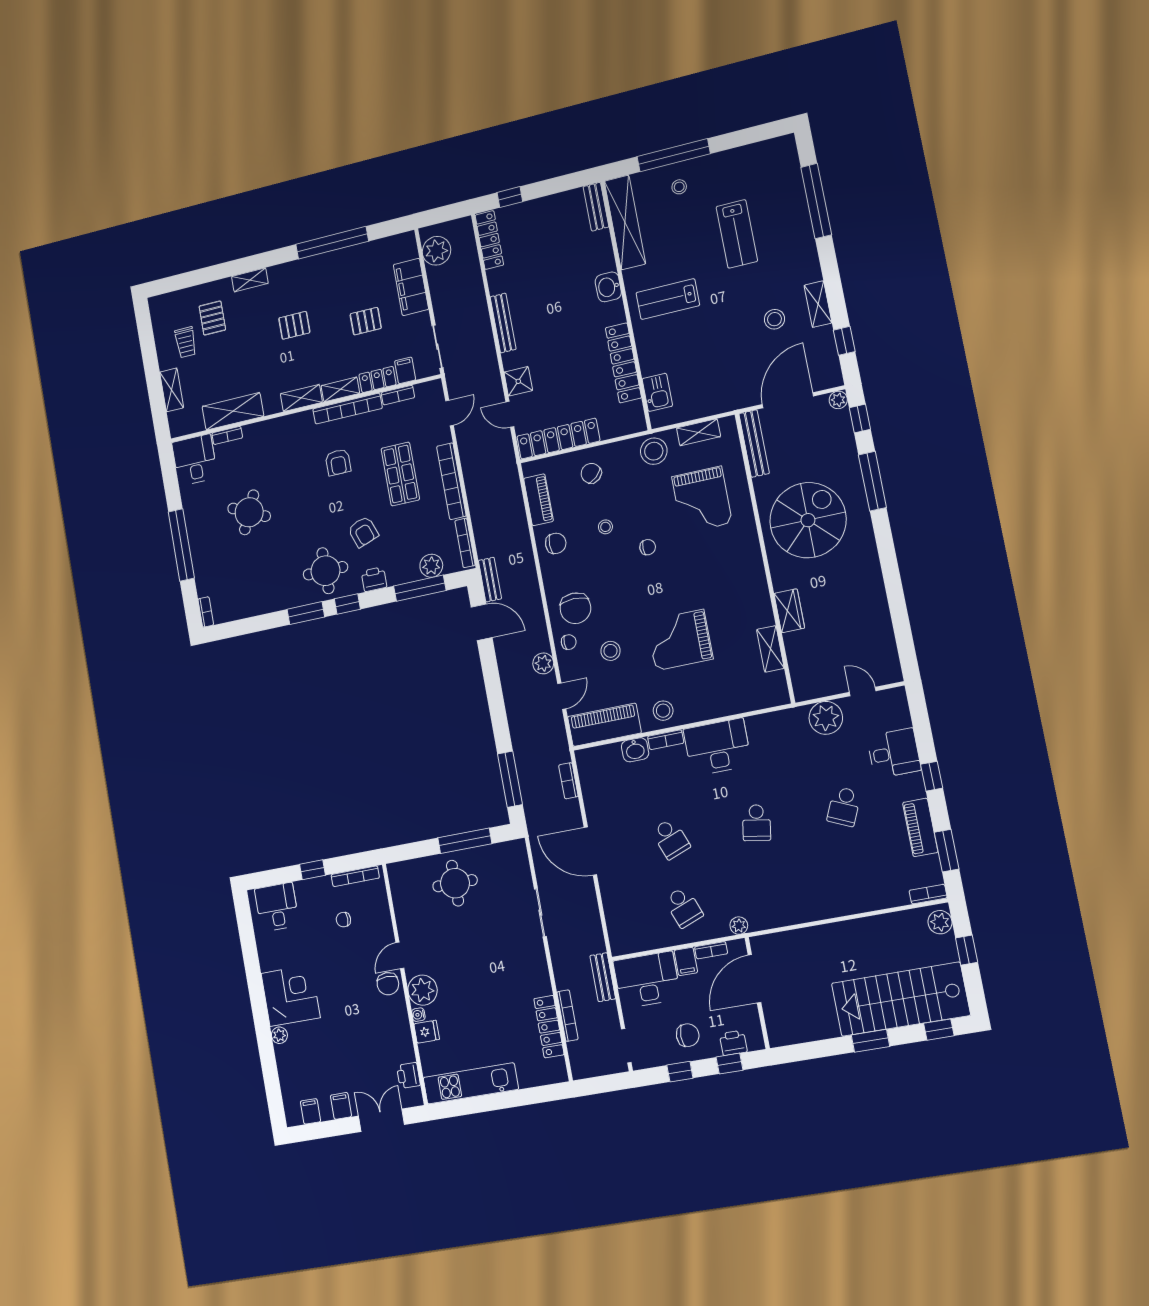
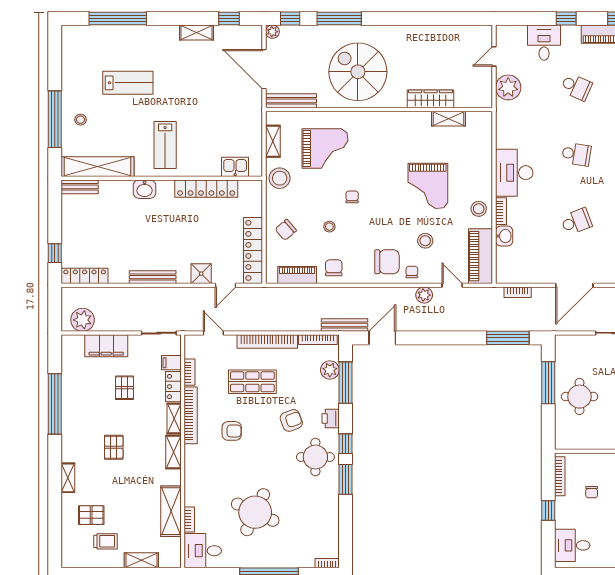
stool: (774, 319) -> (200, 67), removed
round table: (249, 512) -> (255, 512), width x1.36, depth x1.36
bench: (490, 580) -> (345, 325), width x1.36
wardrobe: (789, 611) -> (431, 99), width x1.50

